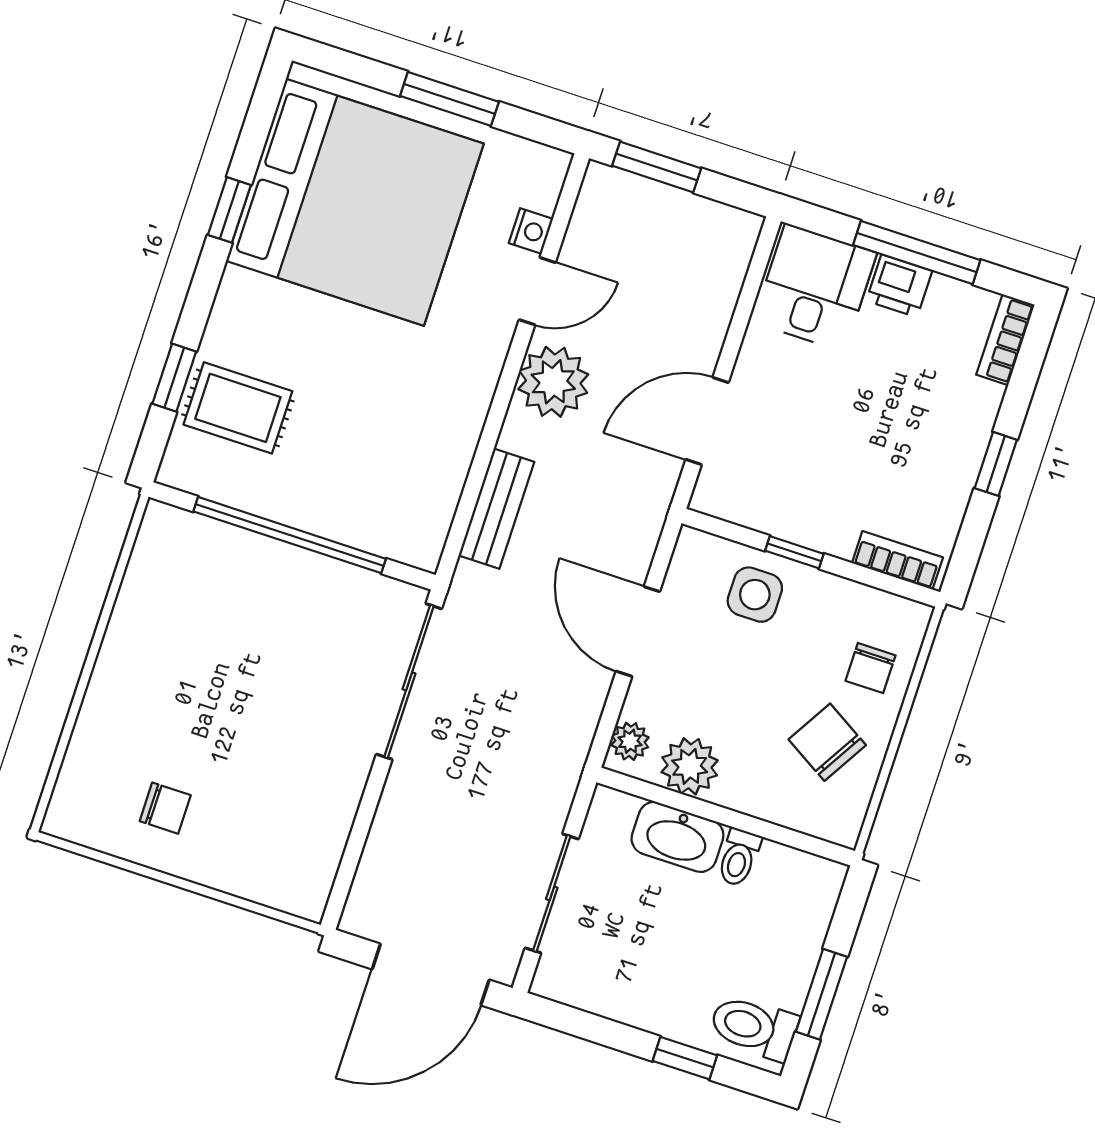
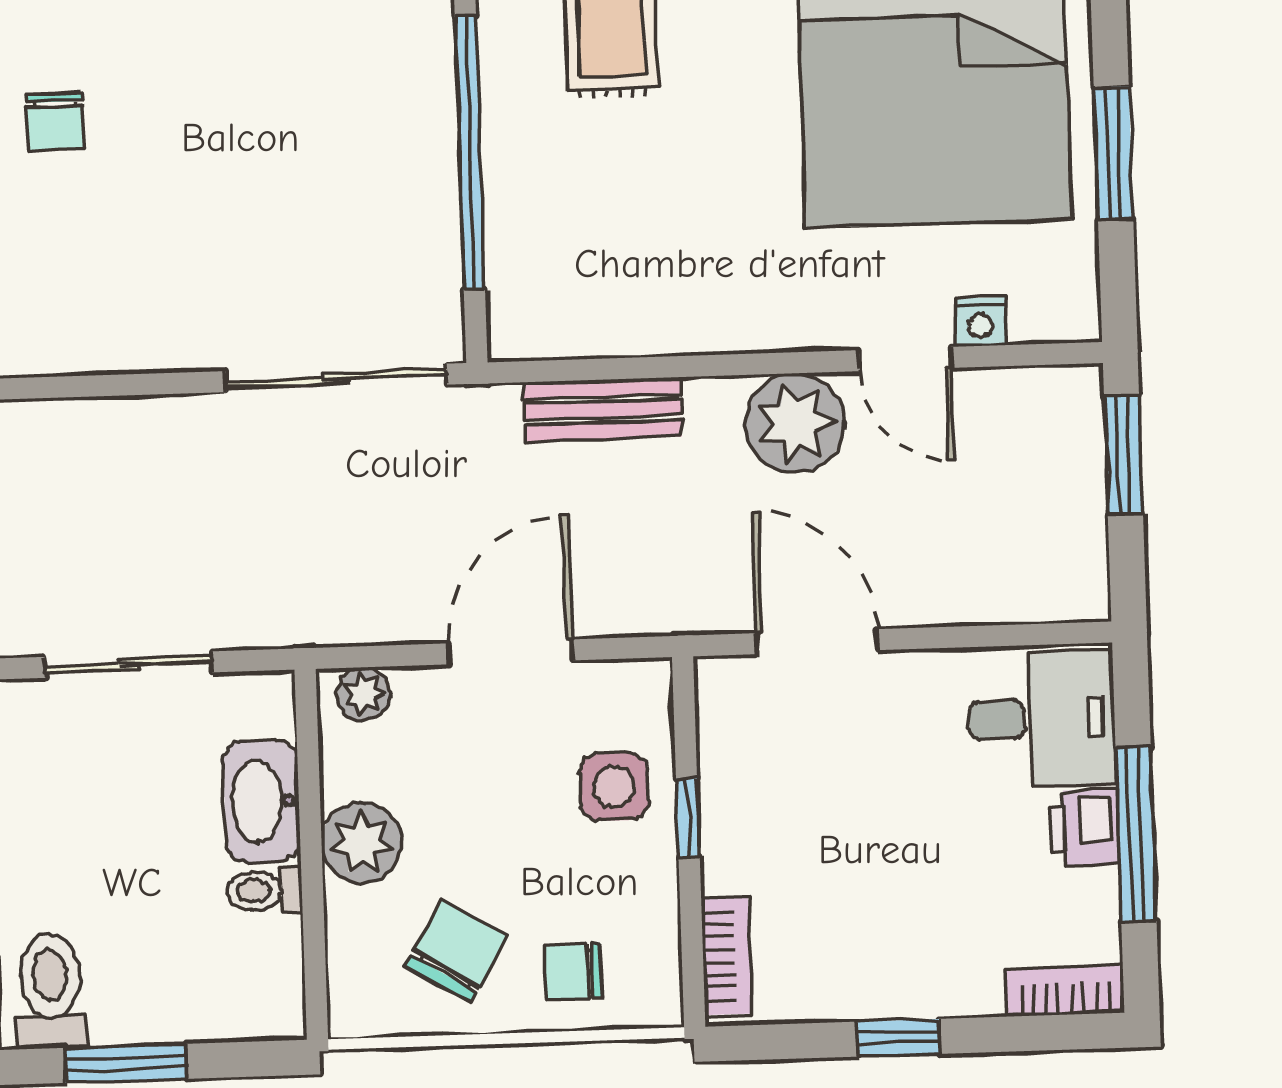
plant: (690, 766) -> (361, 843), moved

